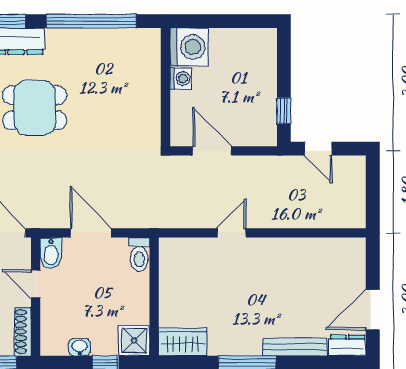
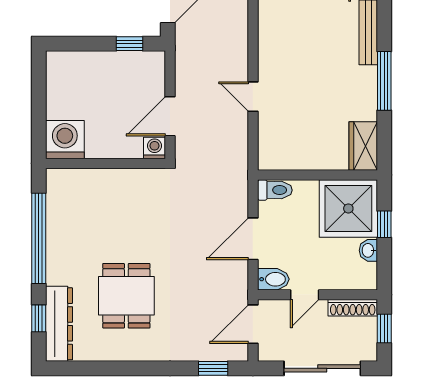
washing machine: (181, 79) -> (155, 148), moved
shower: (134, 340) -> (348, 208), width x1.86, depth x1.86

